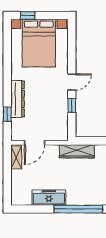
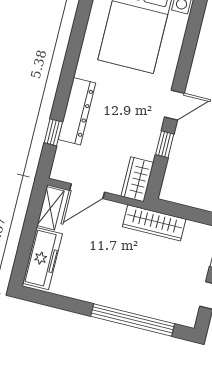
wardrobe: (61, 129) -> (137, 179), added
freezer: (49, 198) -> (42, 259), moved, turned 90

